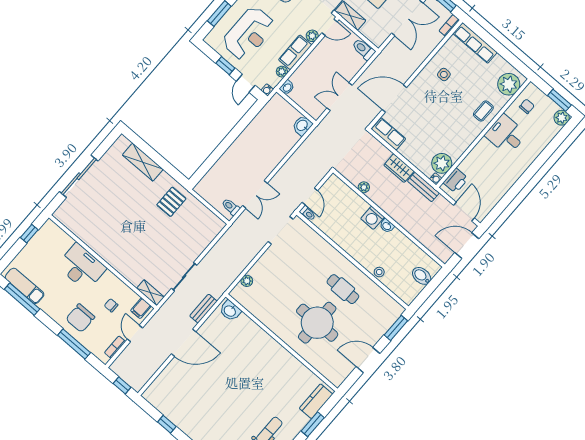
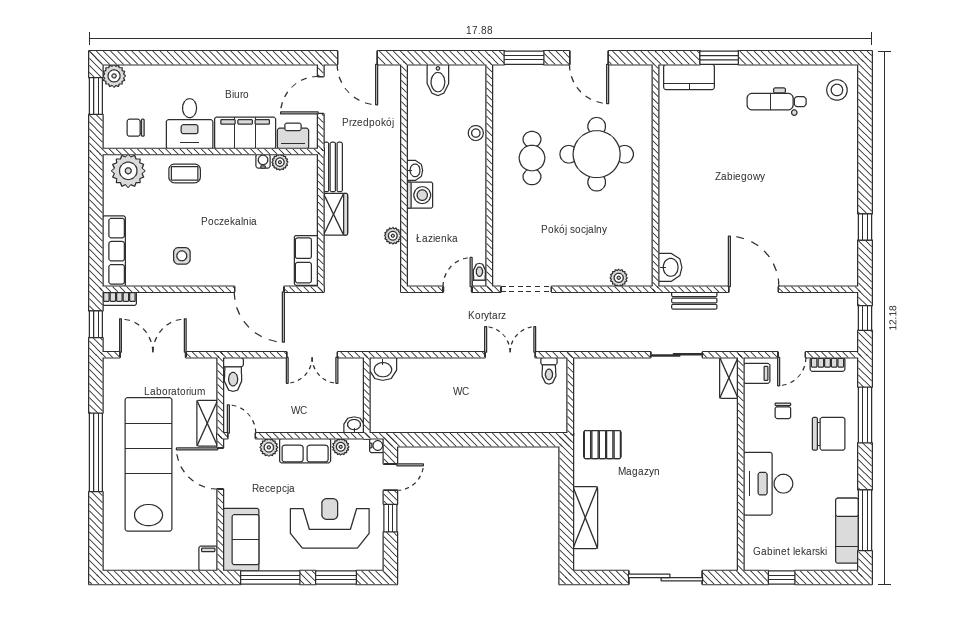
filing cabinet: (478, 158) -> (245, 133), added
plant: (442, 163) -> (280, 162), width x0.53, depth x0.53
water cooler: (436, 179) -> (263, 161), moved

